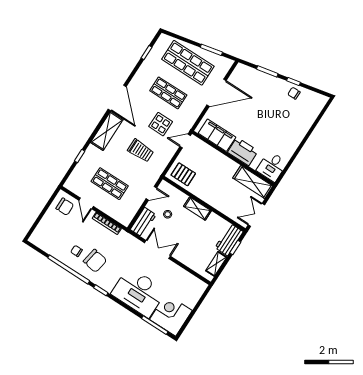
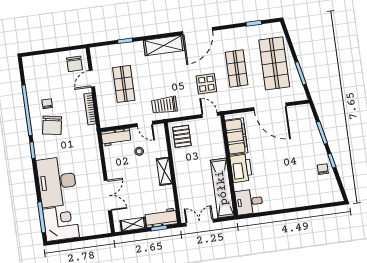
trolley: (141, 151) -> (164, 105), moved, turned 90
shelving: (253, 182) -> (222, 188), width x1.47
double door: (157, 249) -> (108, 196), moved

